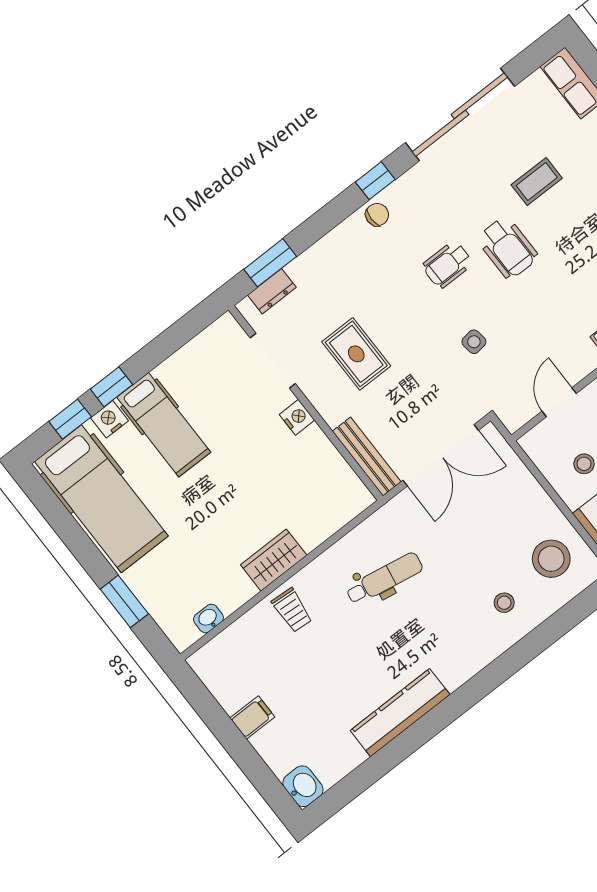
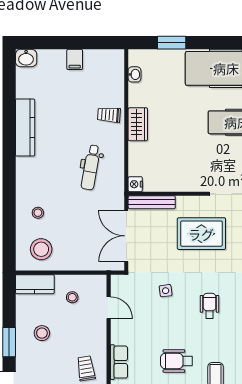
wheelchair: (508, 248) -> (177, 361), moved
rug: (356, 354) -> (201, 234), width x1.36, depth x1.43
nightstand: (297, 417) -> (135, 184), moved, turned 90

